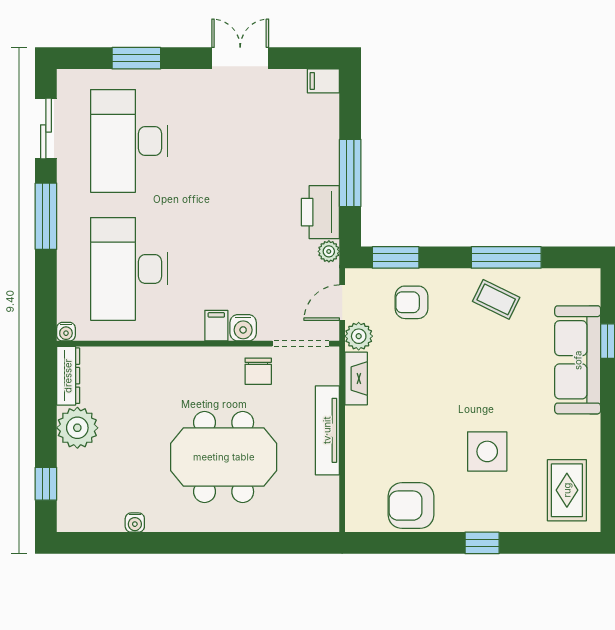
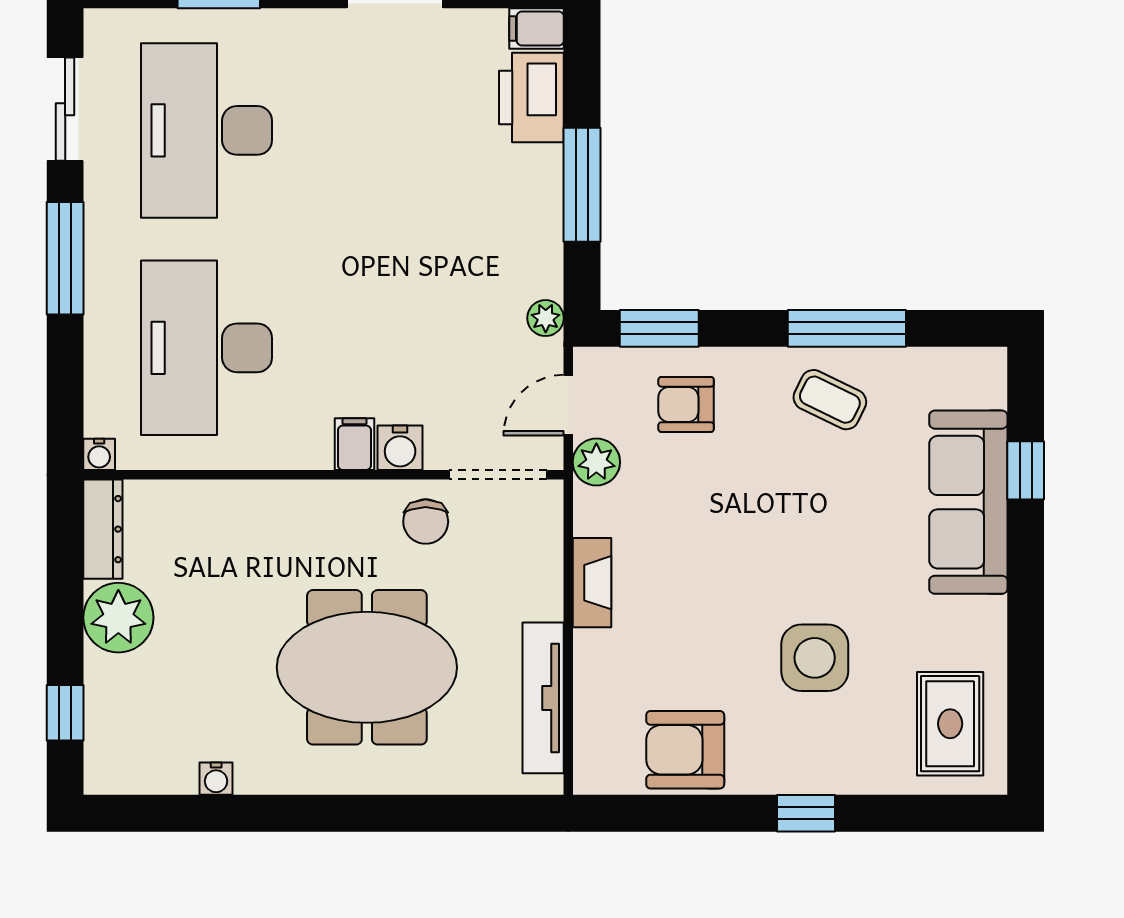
printer: (320, 212) -> (531, 98), moved
fireplace: (356, 378) -> (592, 583), moved
tv unit: (327, 430) -> (543, 698), moved

